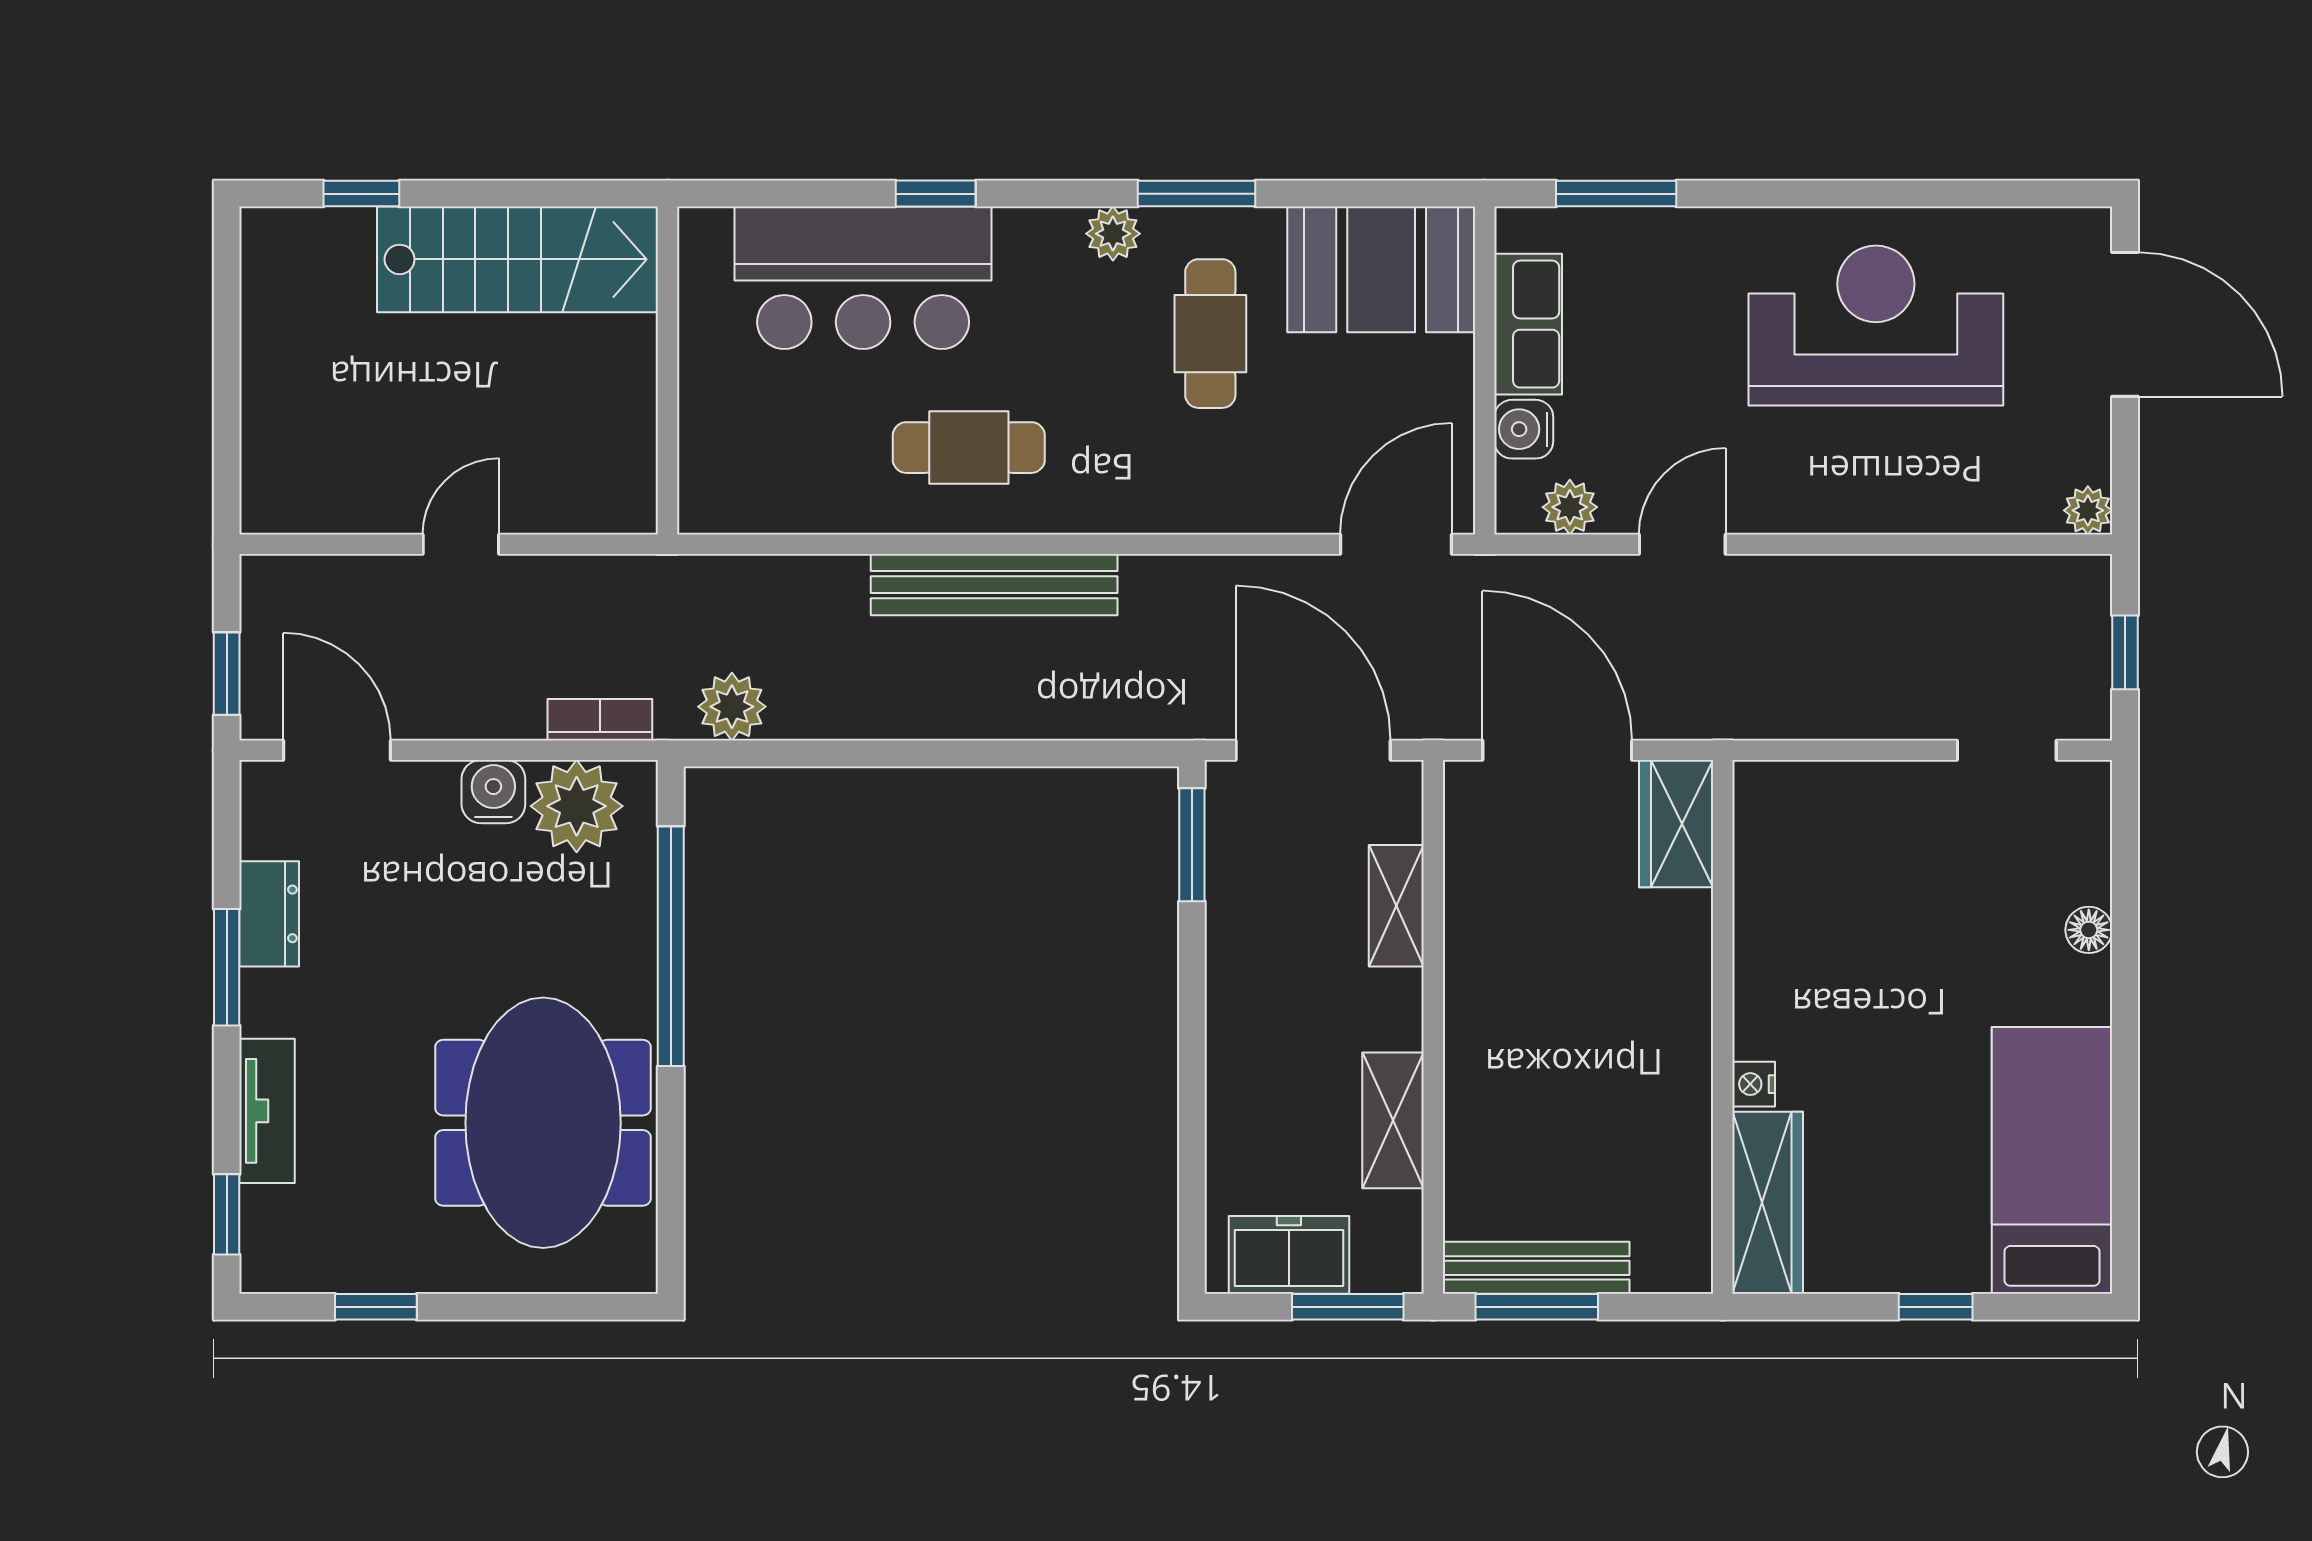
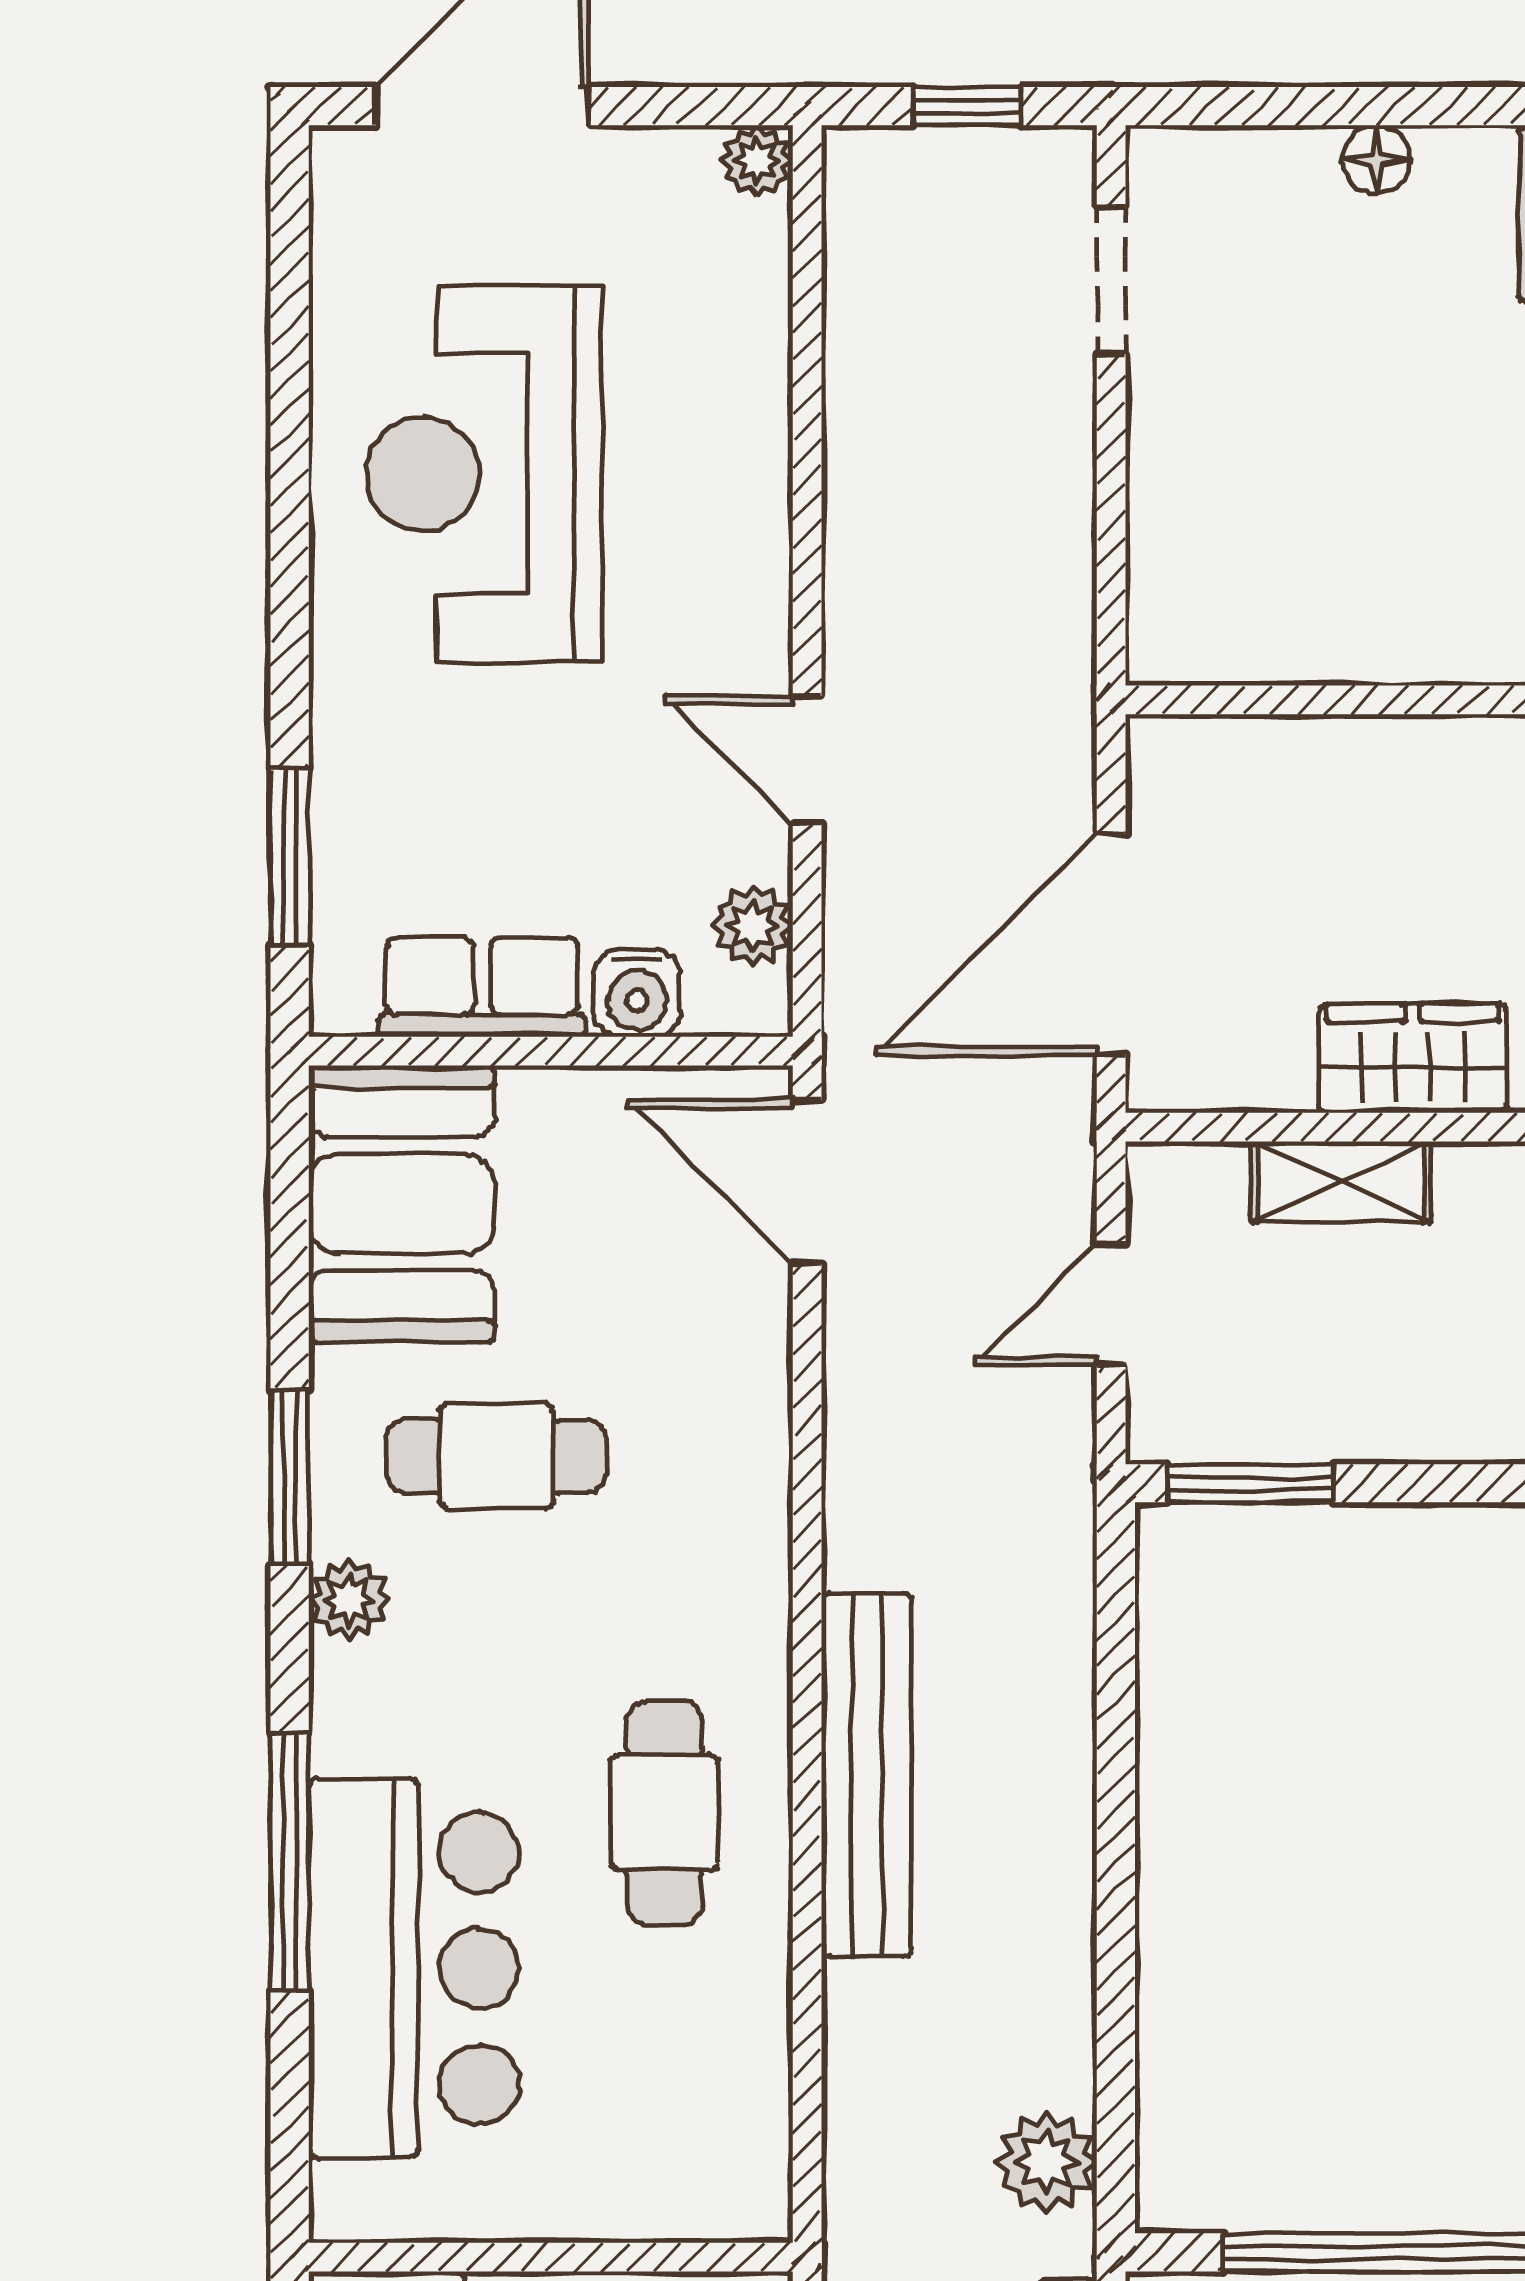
window: (936, 194) -> (290, 1861), width x2.17
door: (1313, 750) -> (1111, 1304), width x0.53
wardrobe: (1676, 824) -> (1413, 1058), moved, turned 180

